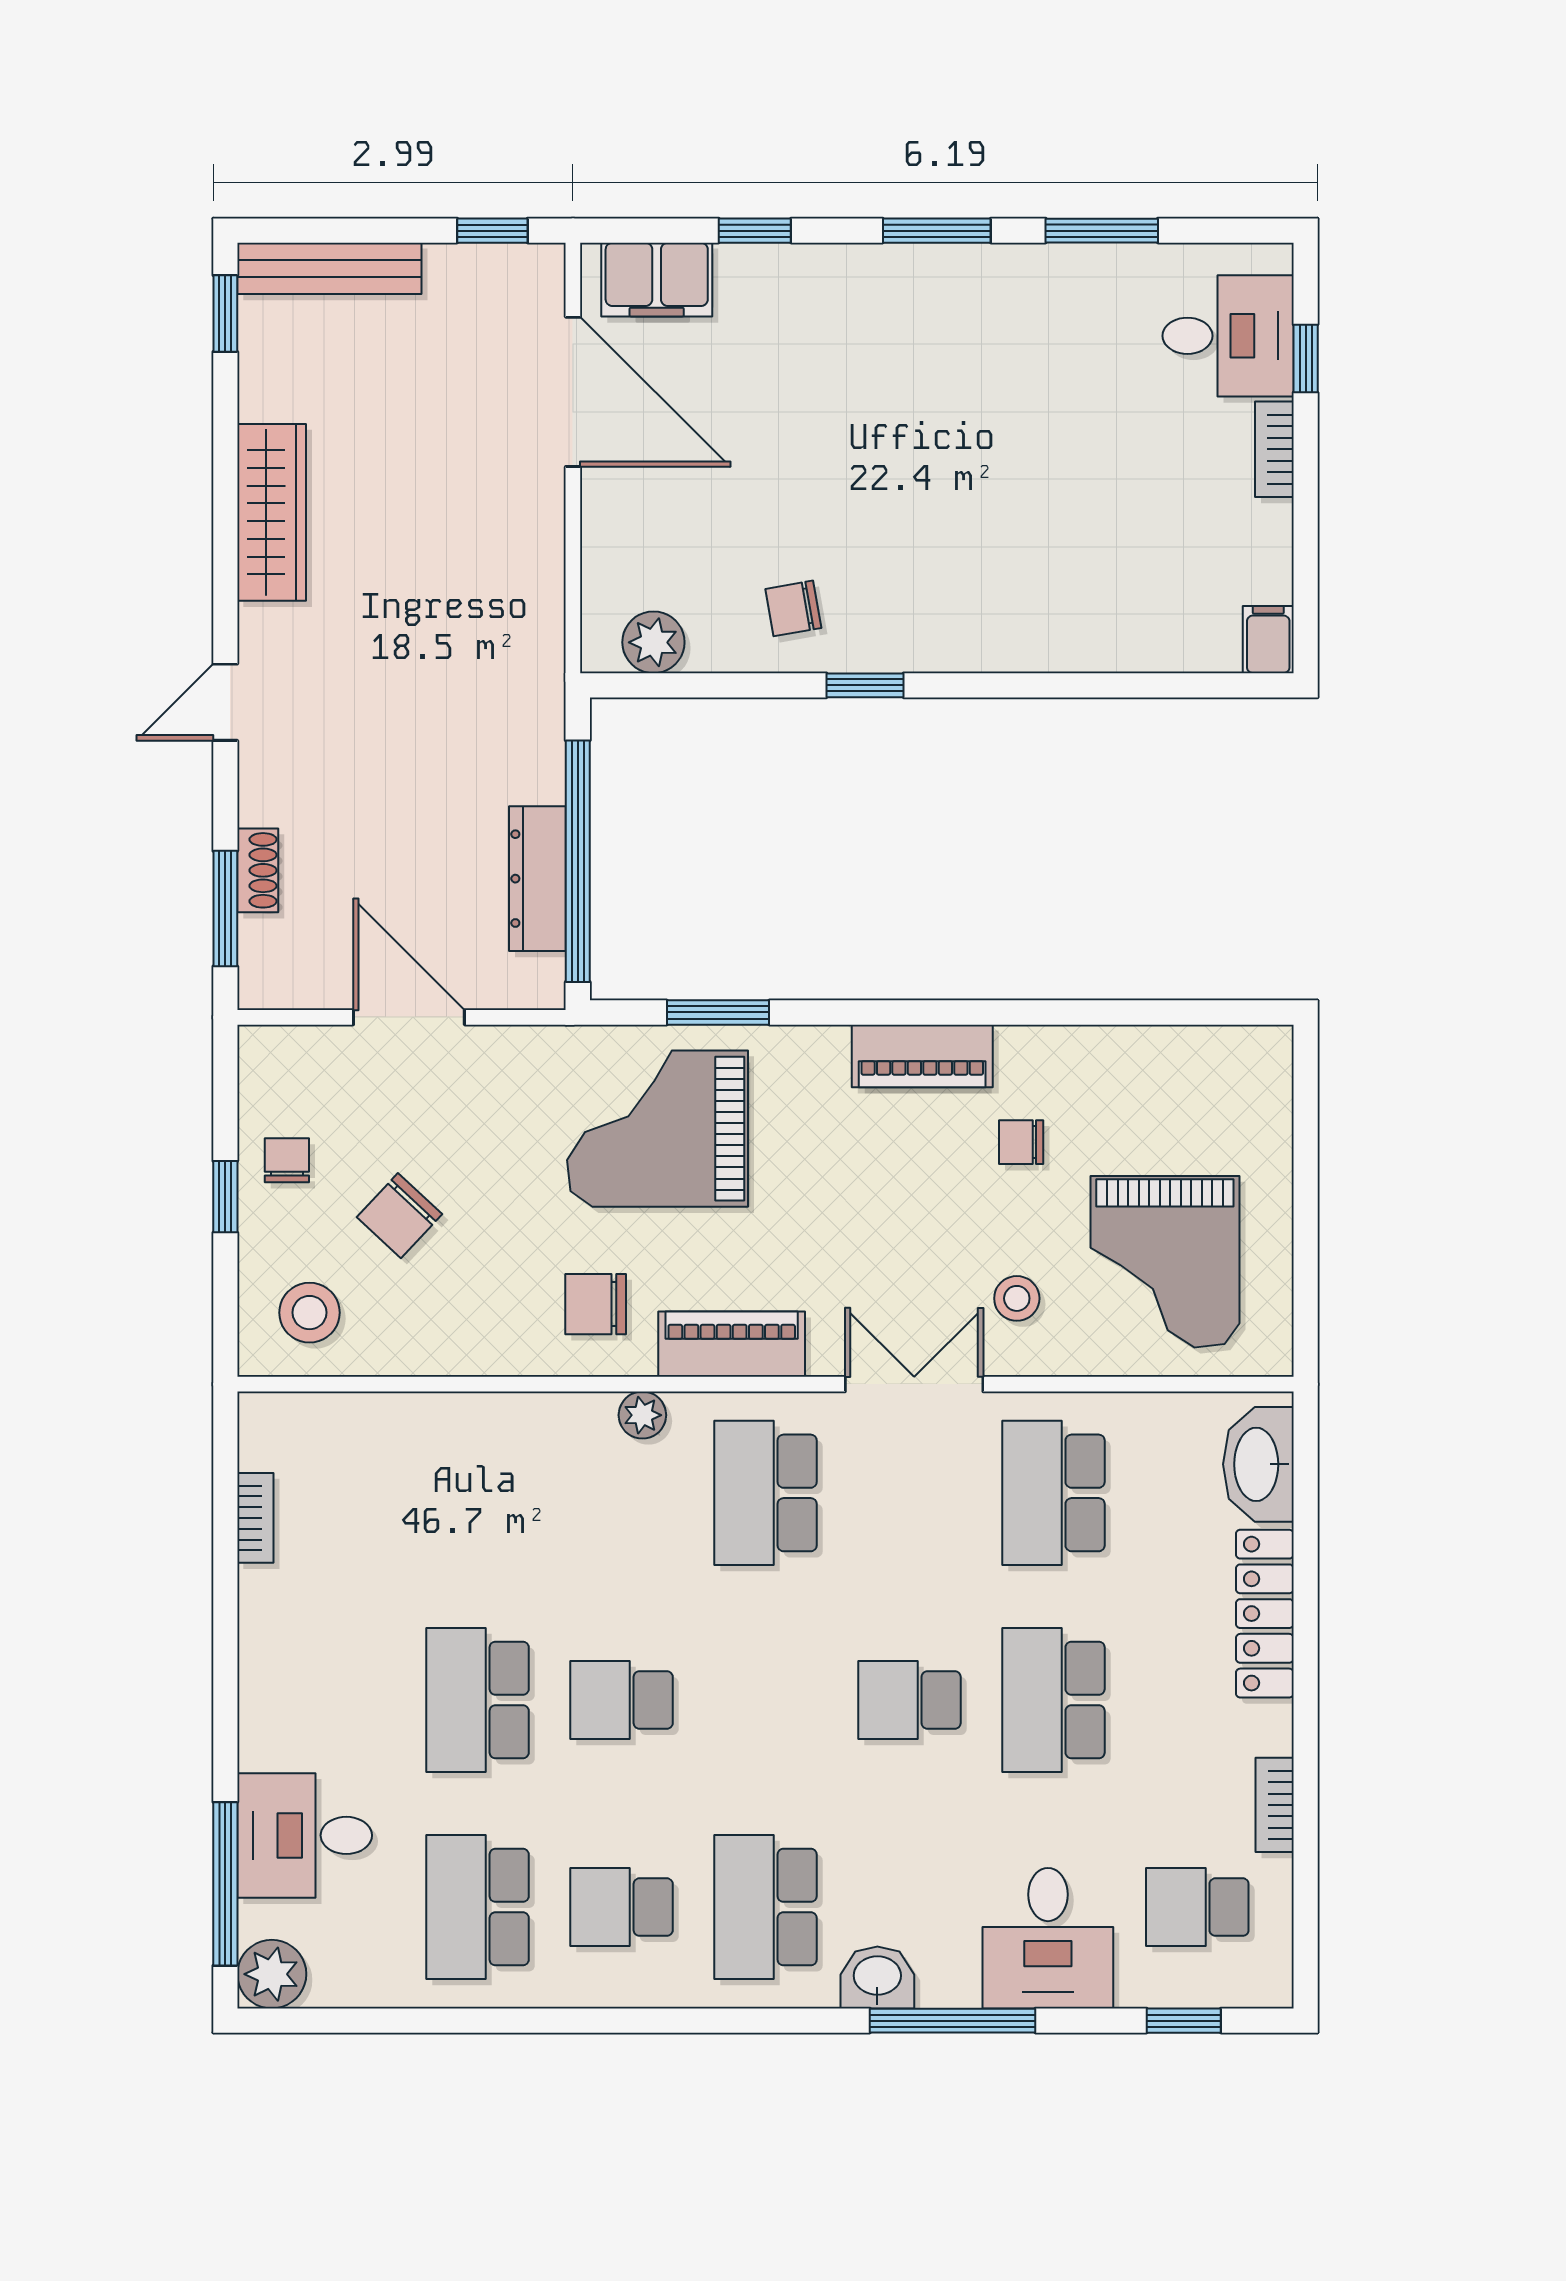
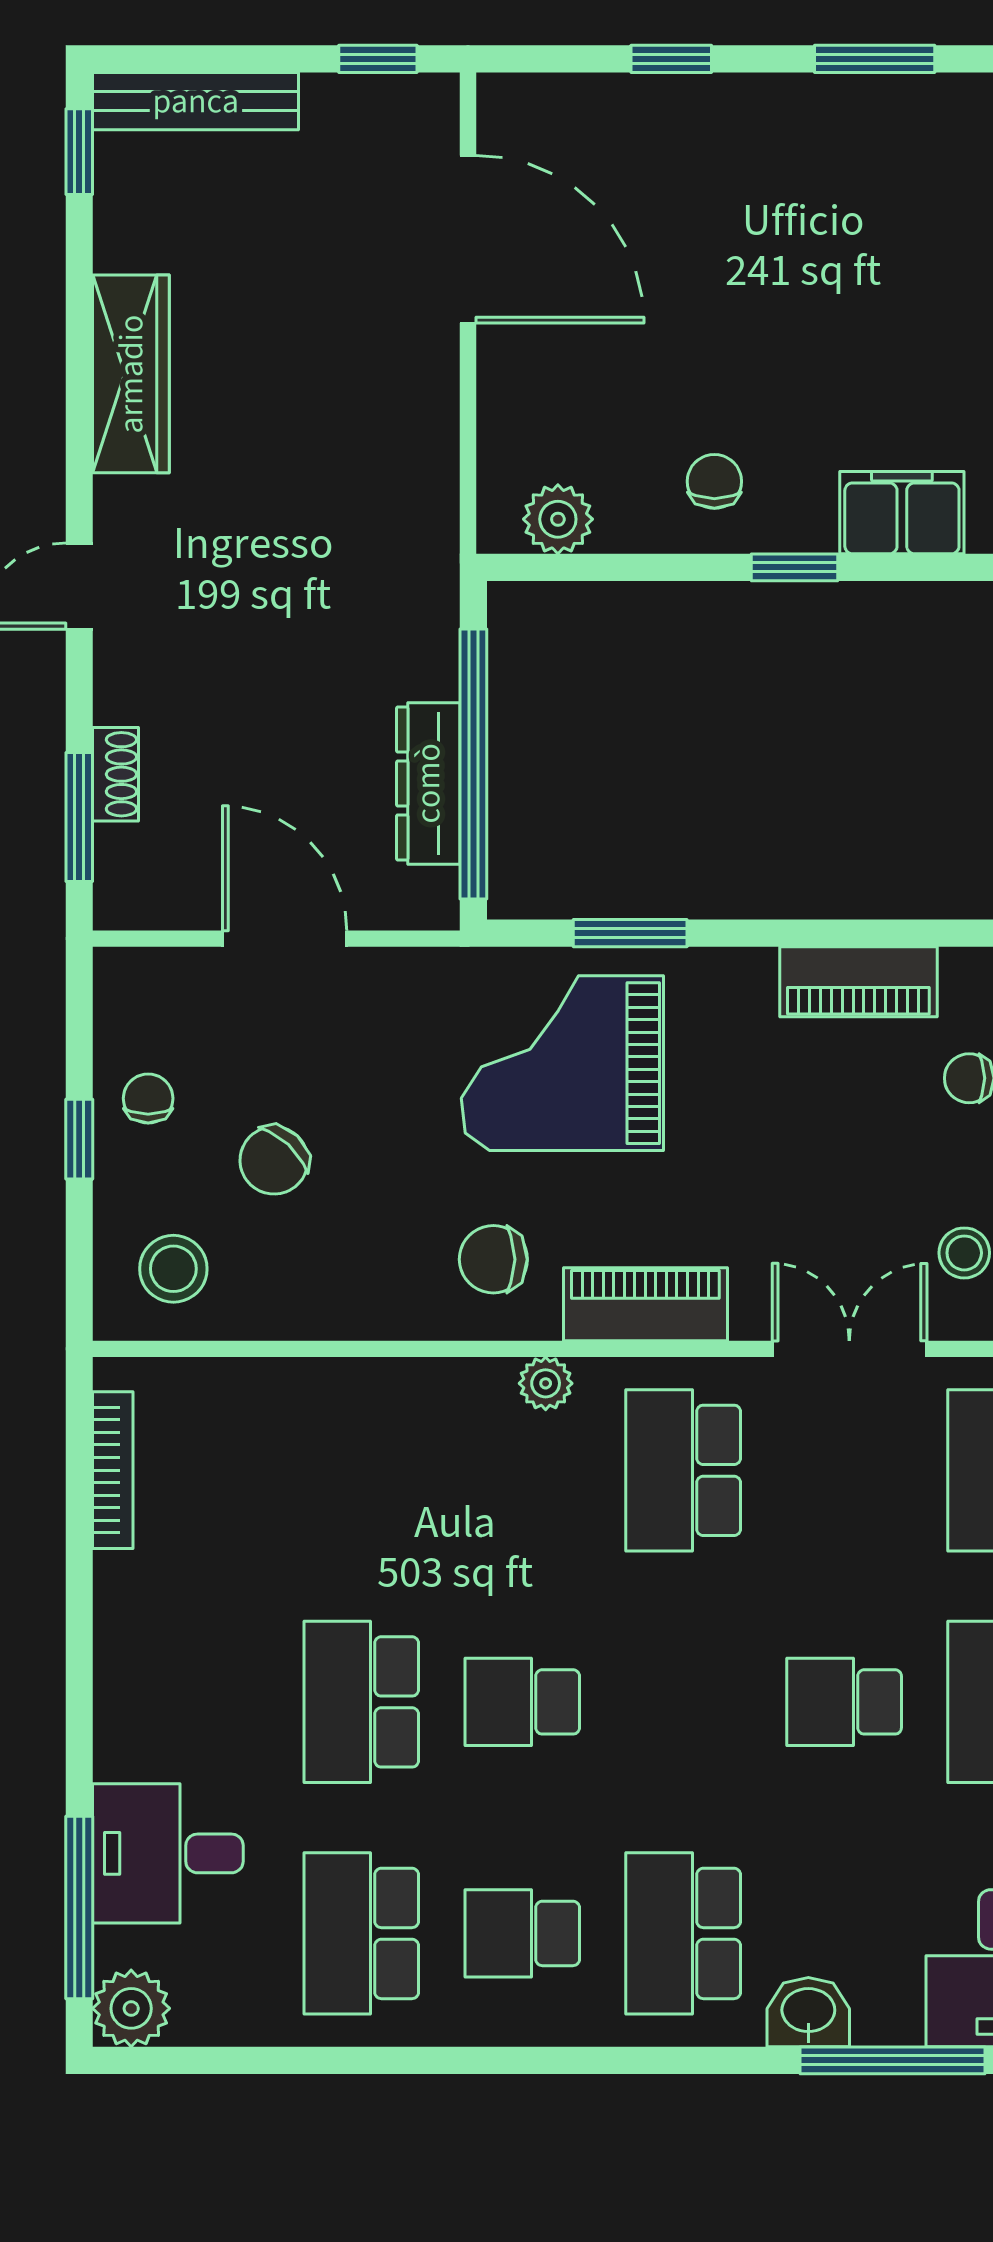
filing cabinet: (657, 280) -> (902, 513), moved, turned 180
chair: (793, 608) -> (714, 481), turned 100
bookcase: (255, 1518) -> (113, 1470), width x1.56

